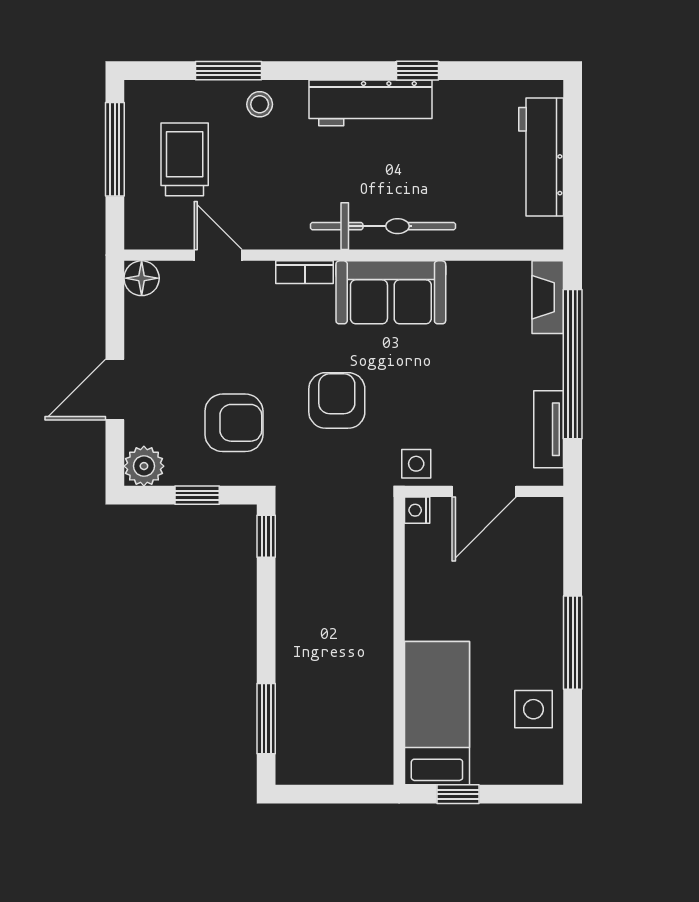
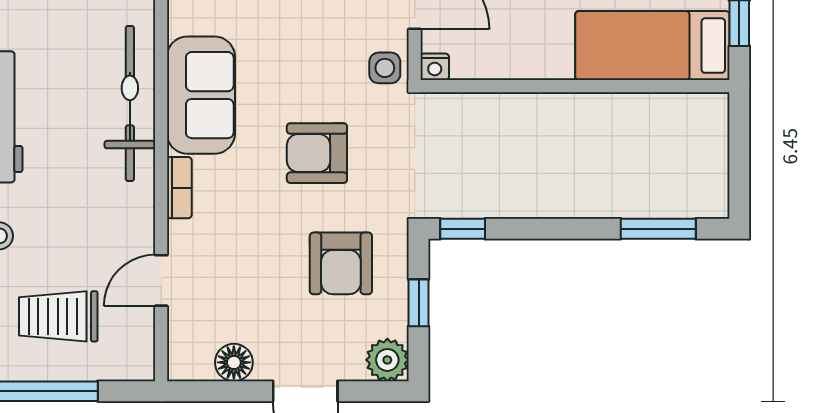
floor lamp: (142, 278) -> (234, 362), moved
armchair: (234, 423) -> (341, 263), turned 180

